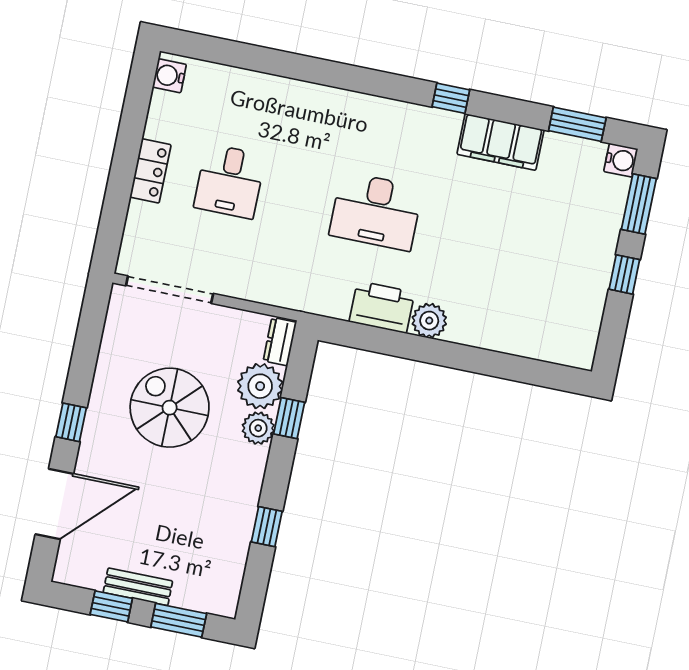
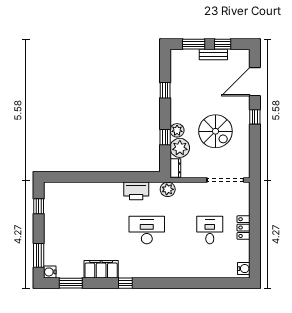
window: (624, 274) -> (39, 206), moved
plant: (429, 321) -> (168, 189), moved

